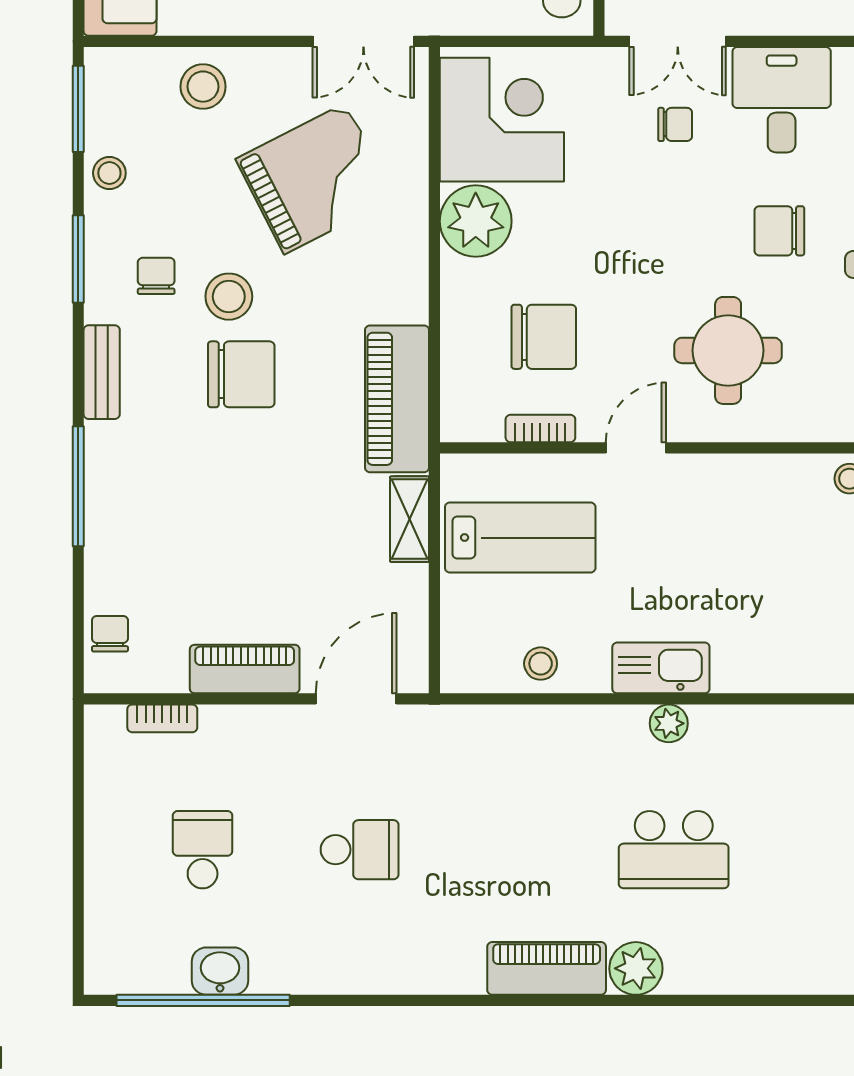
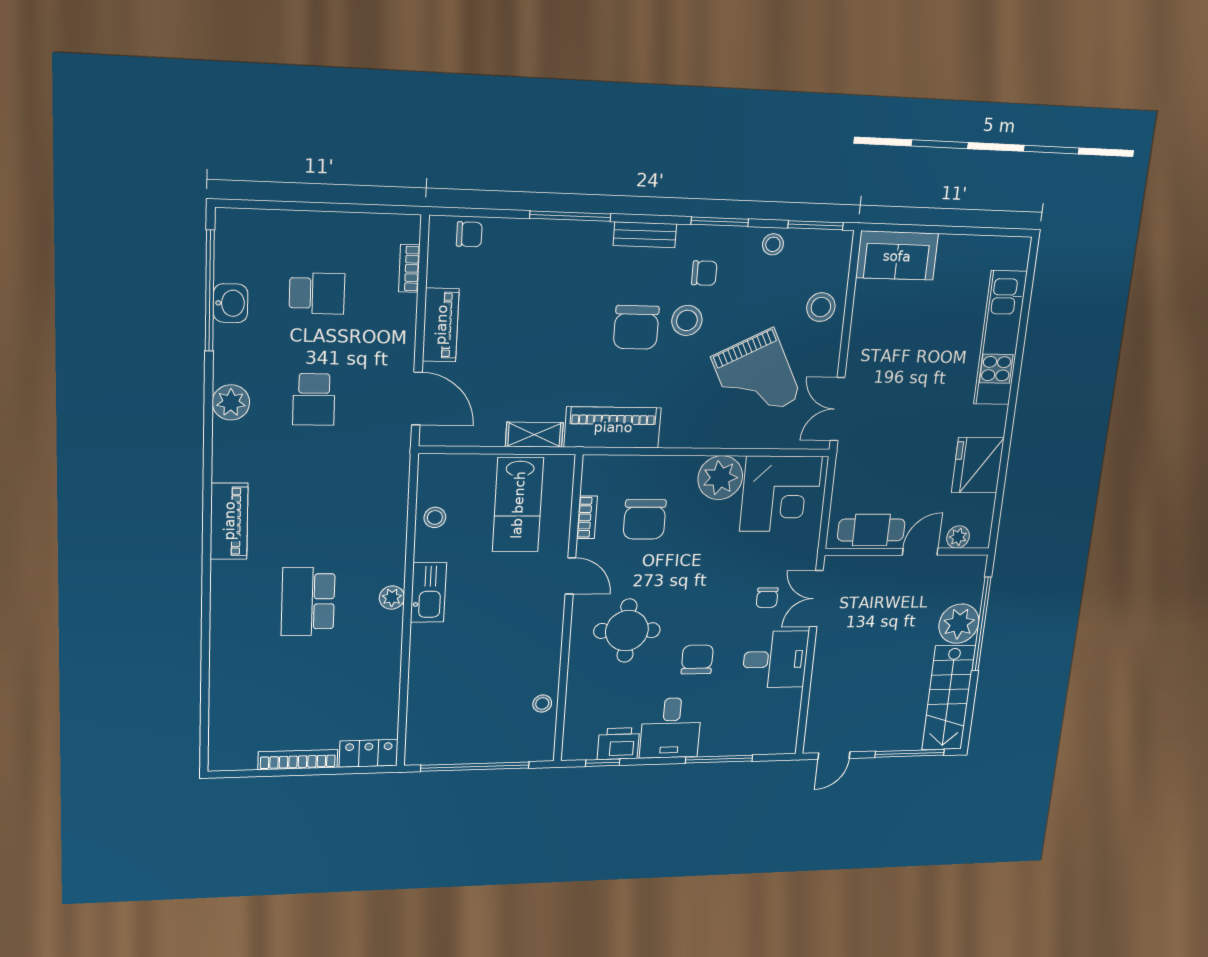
plant: (636, 968) -> (231, 402), moved

